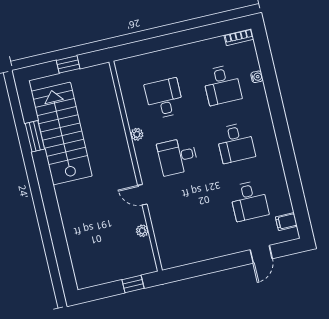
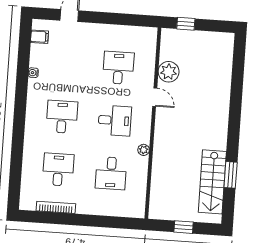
bookcase: (239, 37) -> (56, 207), moved, width x1.56
water cooler: (257, 77) -> (33, 73), moved
stairs: (62, 134) -> (212, 182), width x0.73, depth x0.66
desk: (249, 201) -> (118, 68), moved
plant: (142, 231) -> (169, 72), width x1.87, depth x1.87

